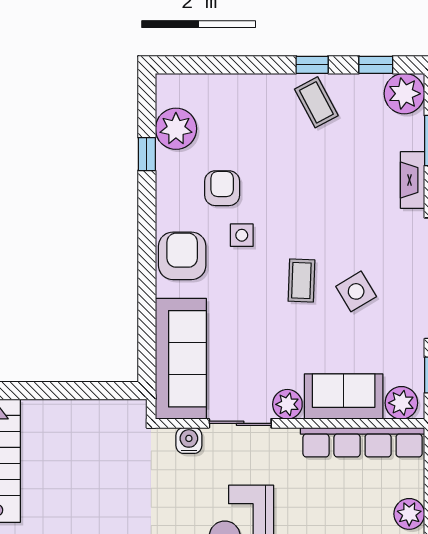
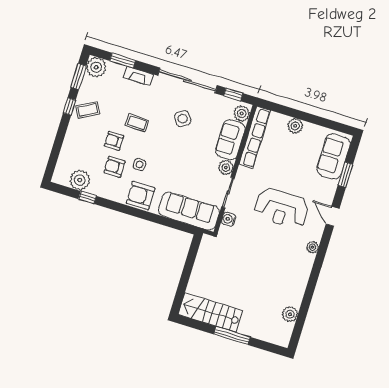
window: (376, 65) -> (79, 76), width x1.50
armchair: (272, 172) -> (114, 141), added
coffee table: (301, 281) -> (137, 123), moved

